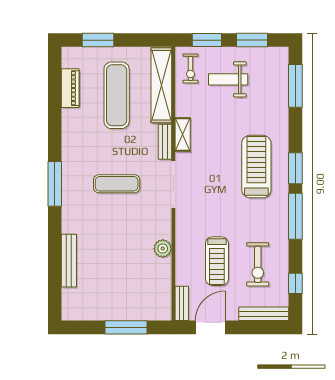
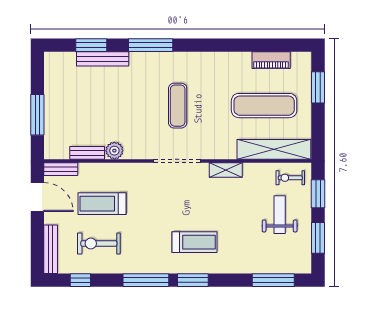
bench: (165, 142) -> (87, 153), moved
treadmill: (256, 167) -> (194, 242), width x0.73, depth x0.73
window: (55, 184) -> (151, 45), moved
window: (55, 272) -> (91, 45), added

